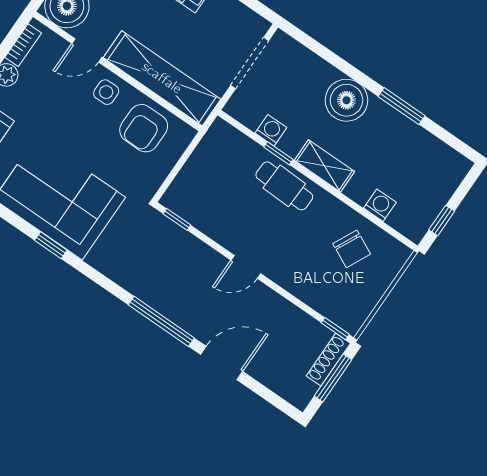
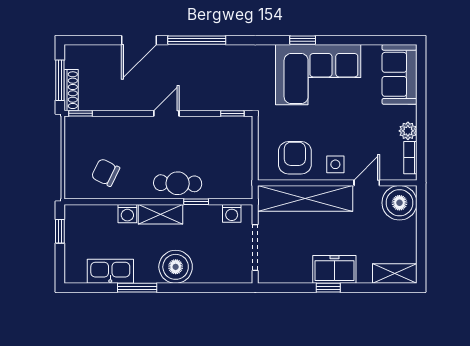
washing machine: (271, 130) -> (232, 213), moved
kitchen sink: (418, 142) -> (110, 271), added
washing machine: (380, 205) -> (127, 214), moved

